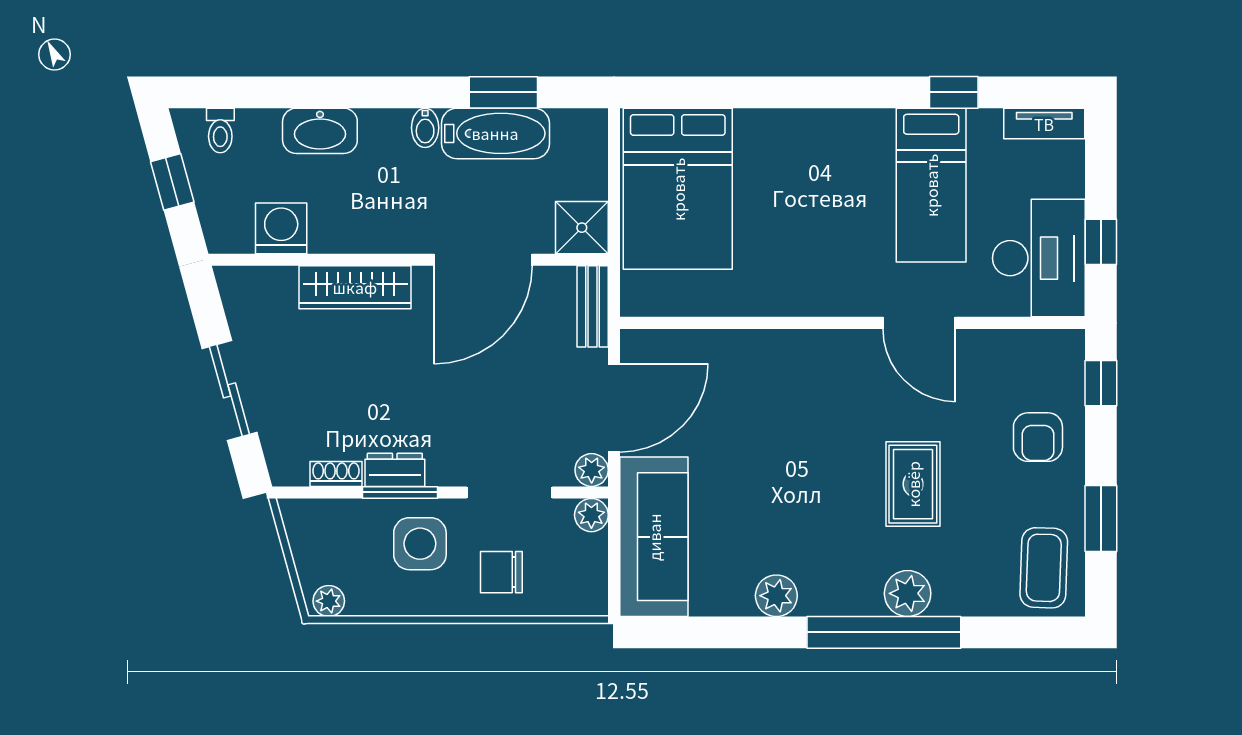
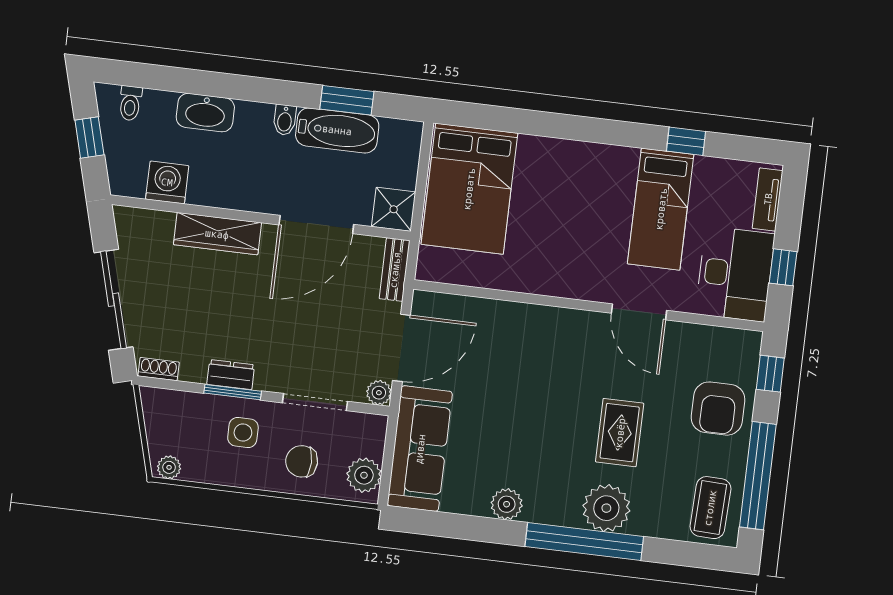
tv unit: (1044, 124) -> (768, 199), moved, turned 90
sliding door: (229, 390) -> (113, 300), width x1.37
armchair: (1038, 437) -> (718, 409), width x1.38, depth x1.38
shoe rack: (336, 474) -> (159, 369), moved
plant: (591, 515) -> (364, 475), moved, width x1.38, depth x1.38
window: (1101, 519) -> (758, 476), width x2.11
side table: (420, 544) -> (243, 433), width x0.73, depth x0.73
plant: (908, 593) -> (606, 508), width x1.36, depth x1.36

